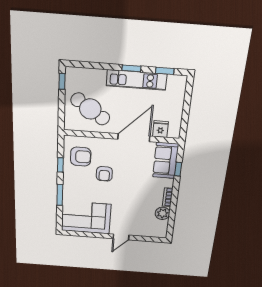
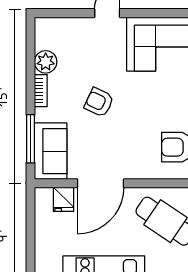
window: (178, 169) -> (31, 139), width x2.17
armchair: (104, 174) -> (99, 102), moved, turned -65

